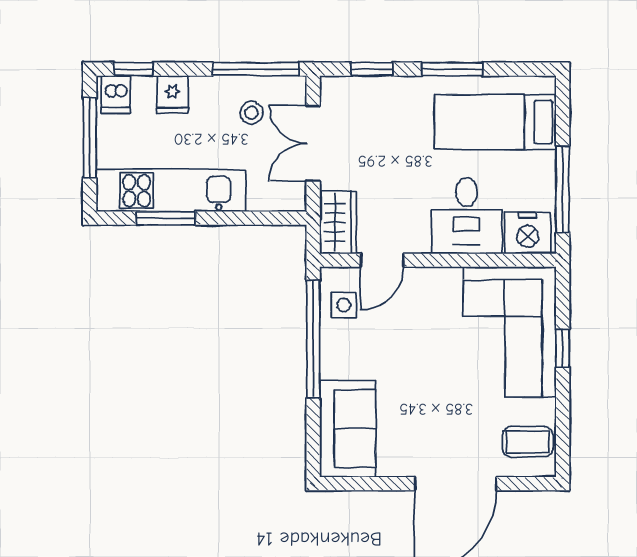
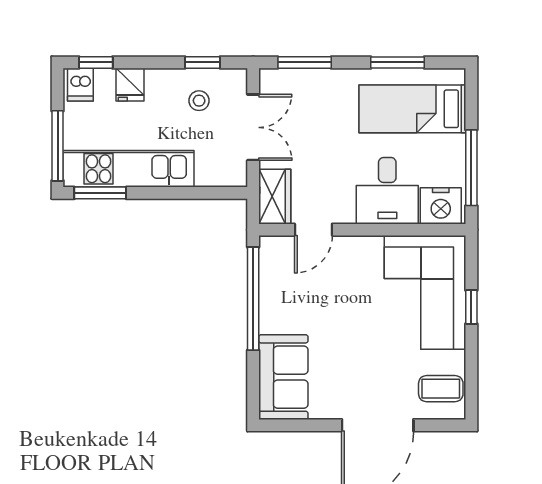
window: (255, 69) -> (203, 62), width x0.46
window: (372, 69) -> (305, 62), width x1.50
window: (452, 69) -> (397, 62), moved
window: (90, 138) -> (58, 146), moved
double door: (313, 143) -> (253, 127), swing flipped
window: (166, 218) -> (100, 193), moved
side table: (344, 305) -> (280, 269), removed

